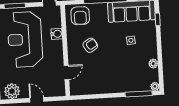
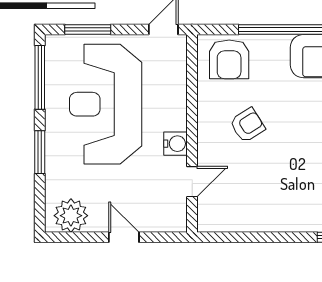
water cooler: (57, 34) -> (176, 144), moved

